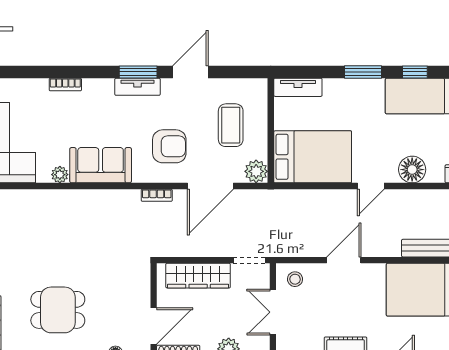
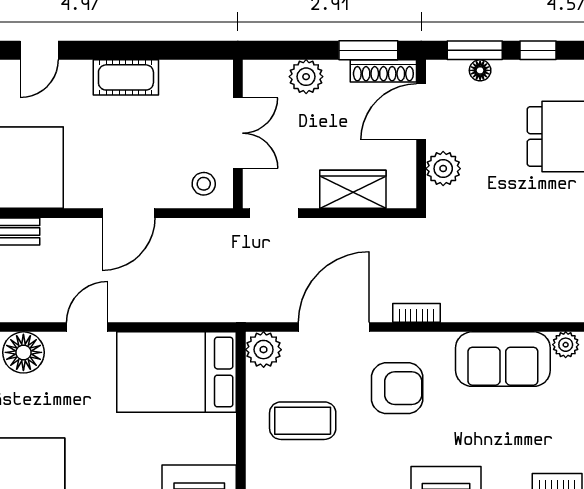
coffee table: (231, 125) -> (303, 421), turned 90
armchair: (169, 146) -> (397, 388), turned 180
wardrobe: (198, 276) -> (353, 189), width x0.67
plant: (139, 289) -> (443, 169), added

